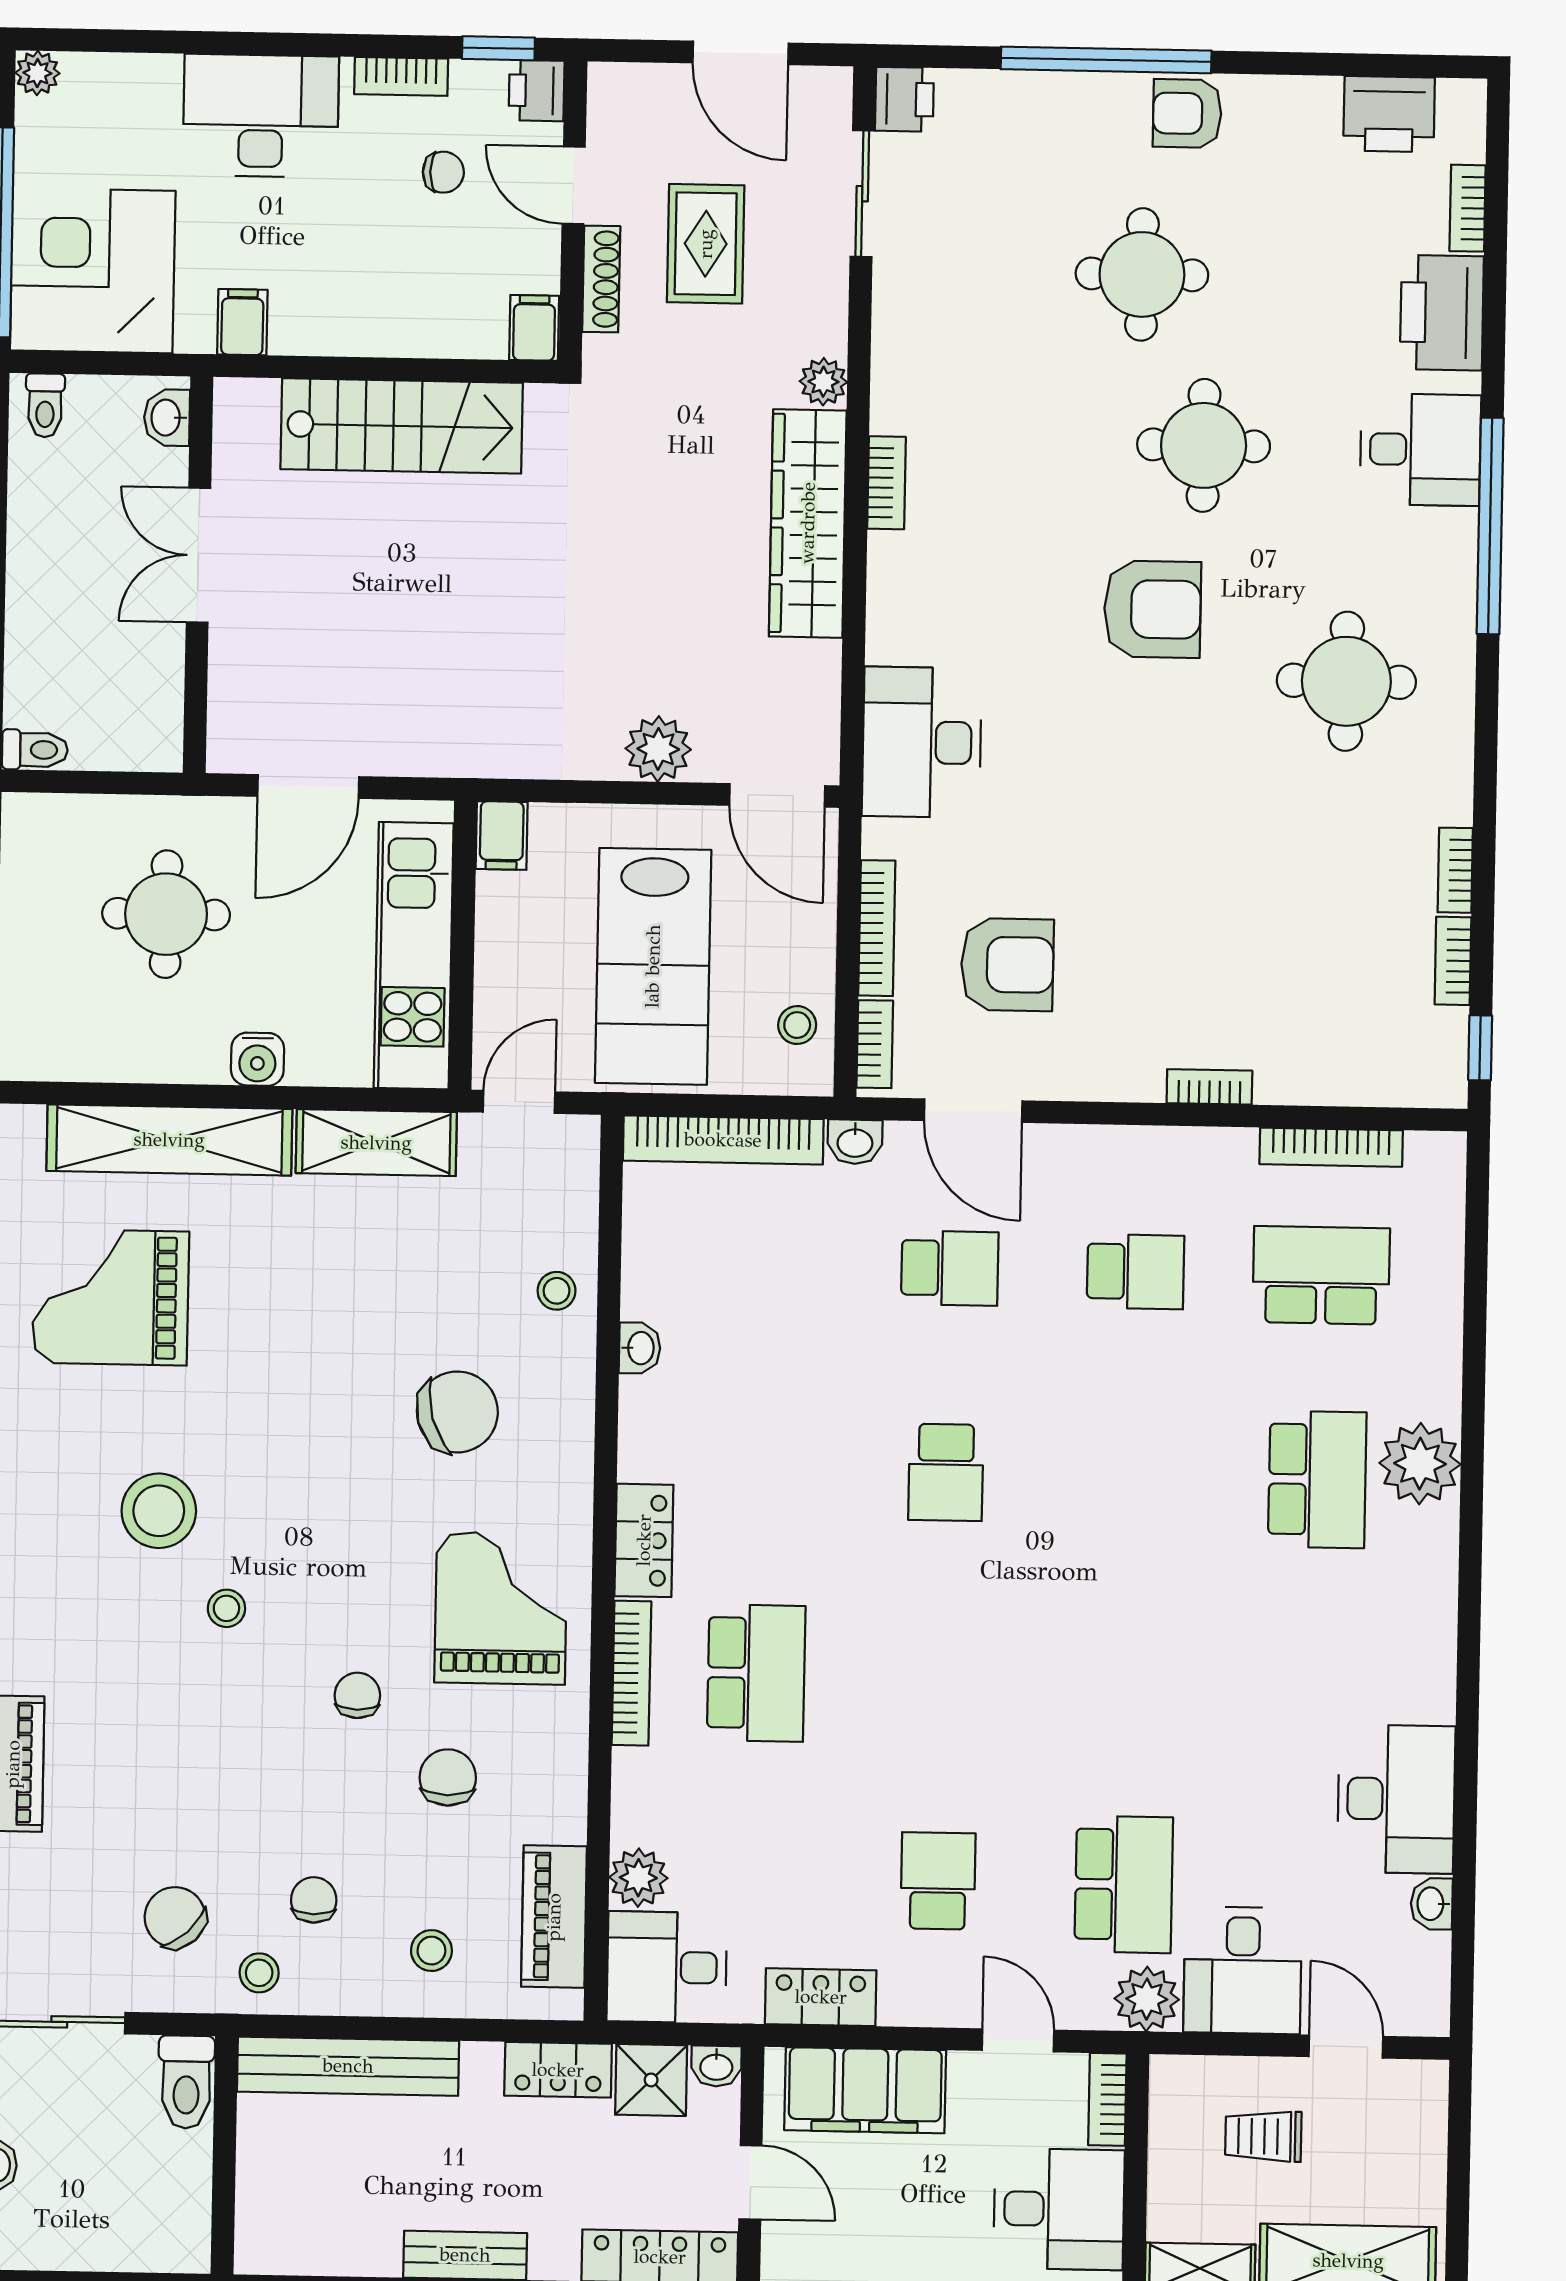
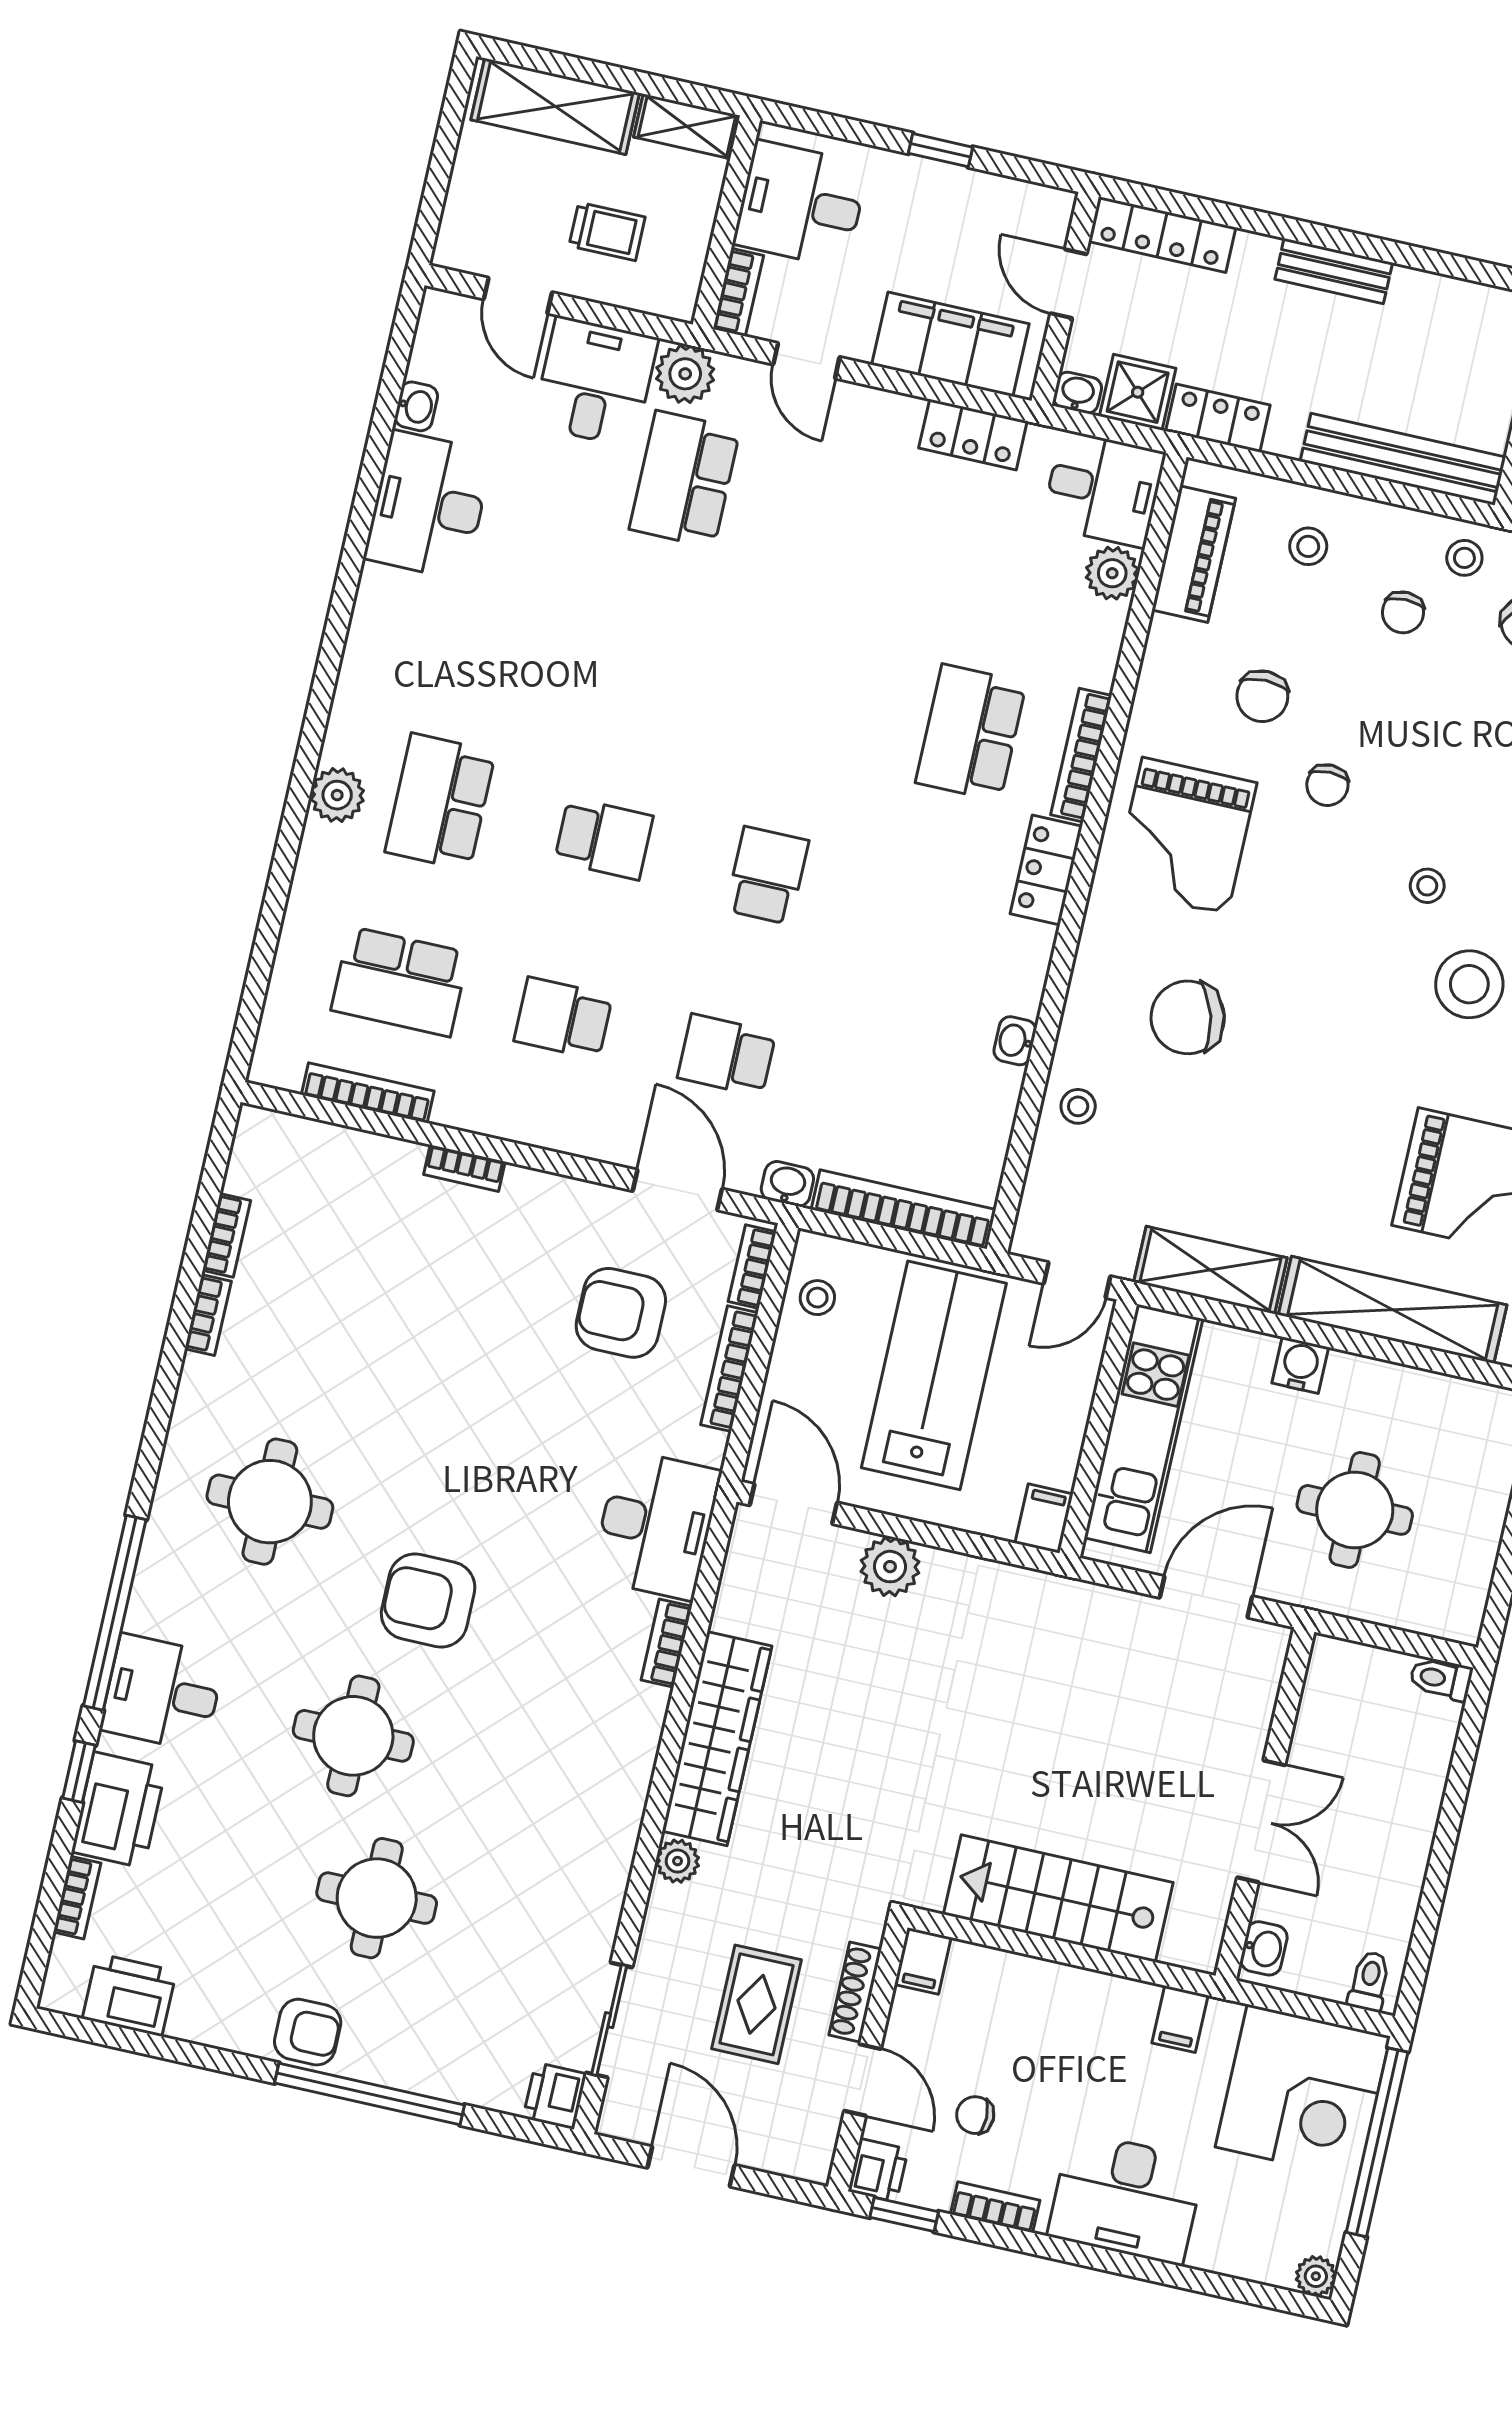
bookcase: (887, 483) -> (667, 1643), moved
window: (1480, 1048) -> (79, 1772), moved
plant: (1420, 1464) -> (337, 795), width x0.73, depth x0.73
school desk: (938, 1881) -> (604, 839), moved, turned -90

